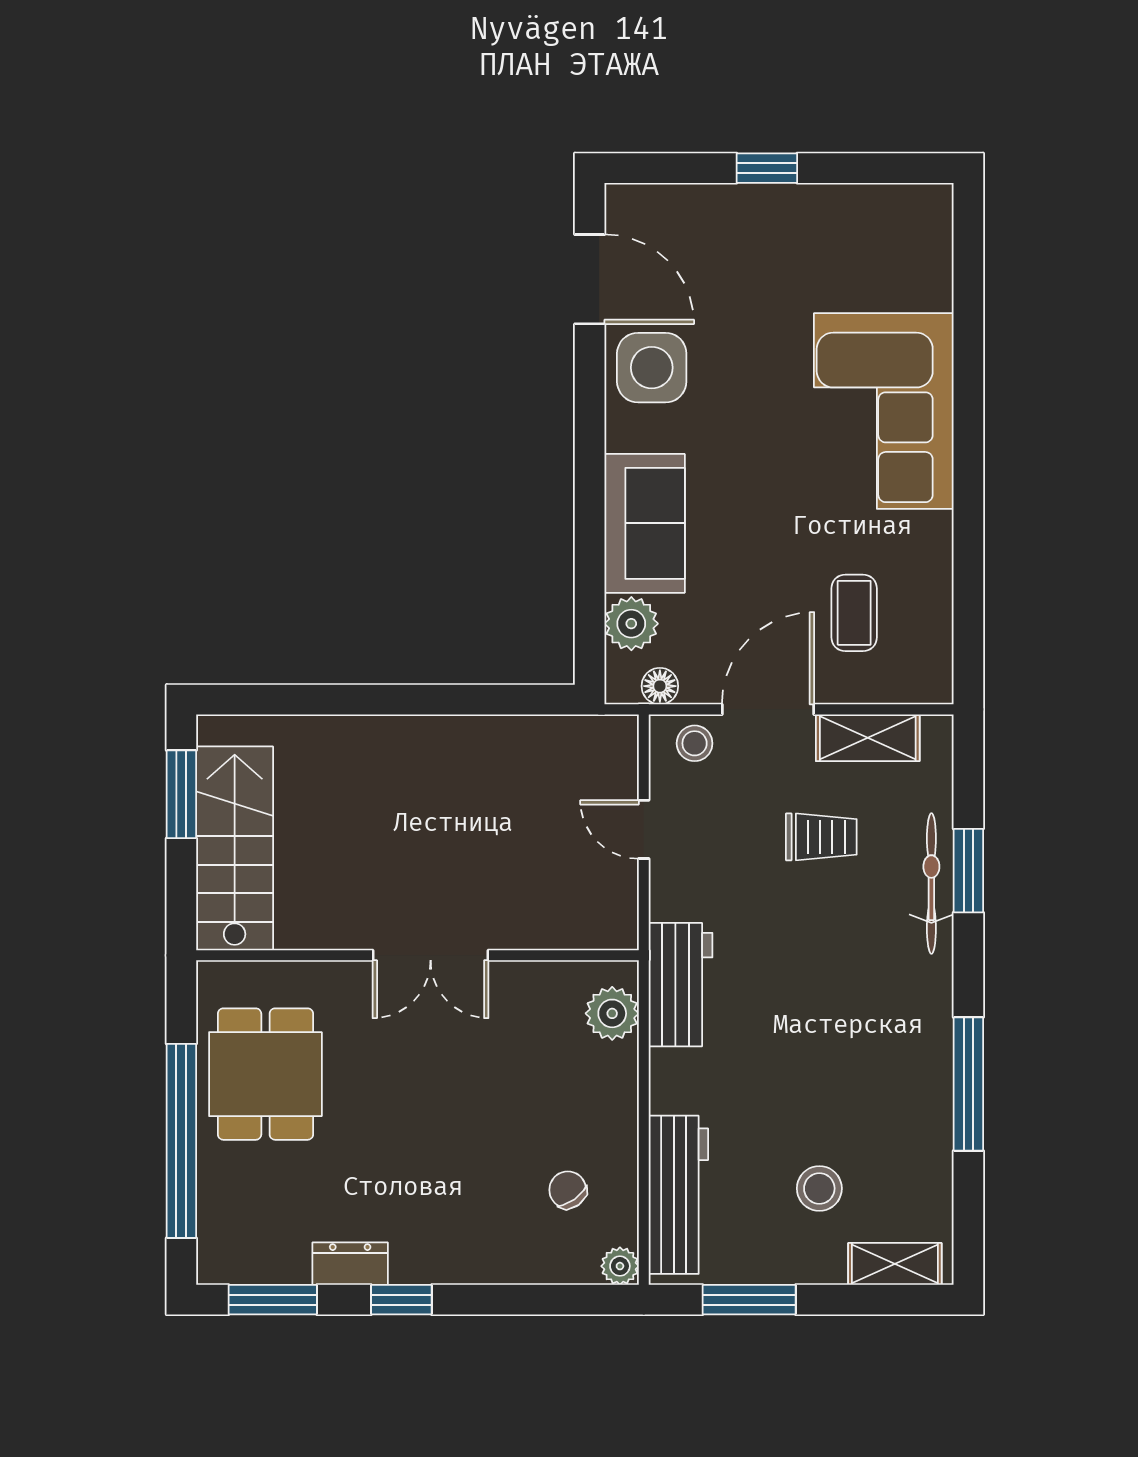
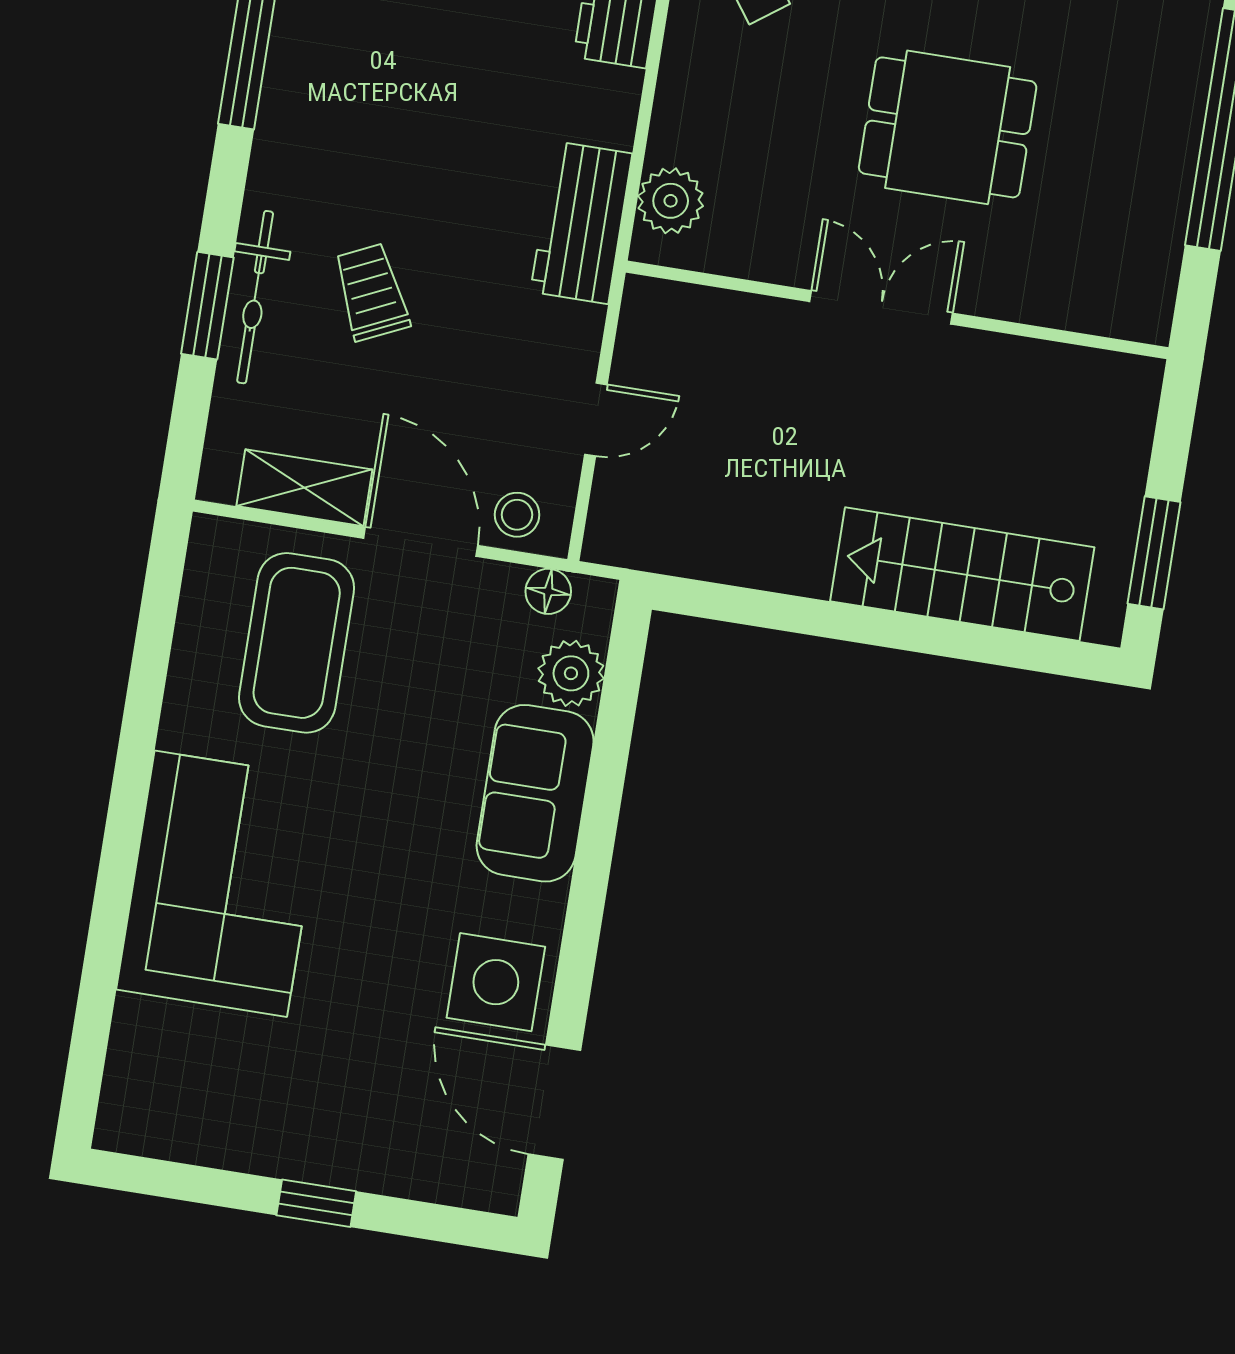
coffee table: (854, 613) -> (297, 643), width x1.86, depth x1.72
door: (768, 709) -> (421, 542), swing flipped
door: (644, 829) -> (596, 419), hinge flipped
trolley: (821, 837) -> (371, 292), moved, turned 65
stairs: (235, 848) -> (962, 574), moved, turned 90
dining table: (265, 1074) -> (948, 127), moved, turned 90

